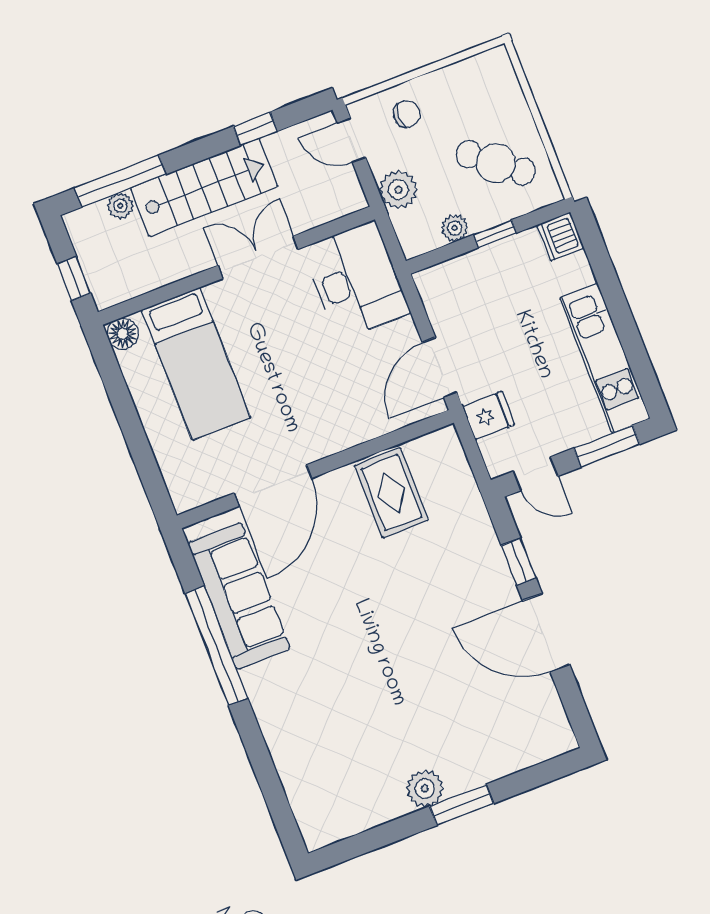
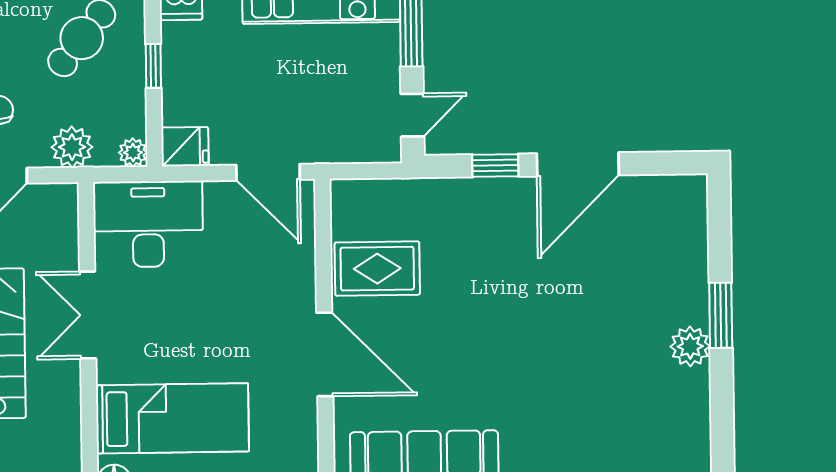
plant: (455, 228) -> (133, 153), moved
fridge: (489, 415) -> (185, 147), moved, turned 90
door: (273, 486) -> (325, 354), moved

